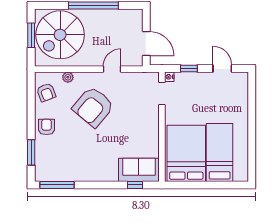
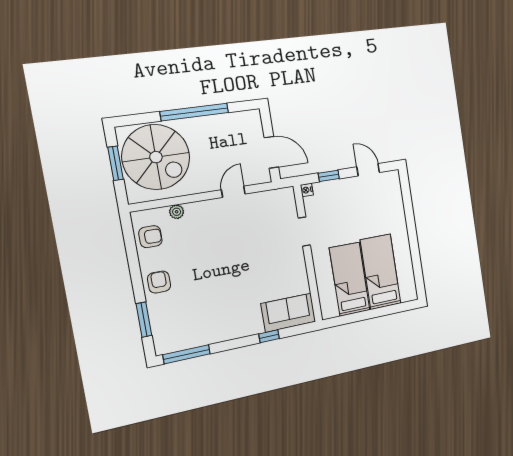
spiral stairs: (60, 35) -> (156, 157), turned -90
armchair: (46, 92) -> (150, 237), turned -69
doorway: (162, 93) -> (304, 232), moved
armchair: (93, 107) -> (217, 244), removed
bed: (186, 153) -> (350, 279), width x0.67
window: (135, 185) -> (269, 336), moved

